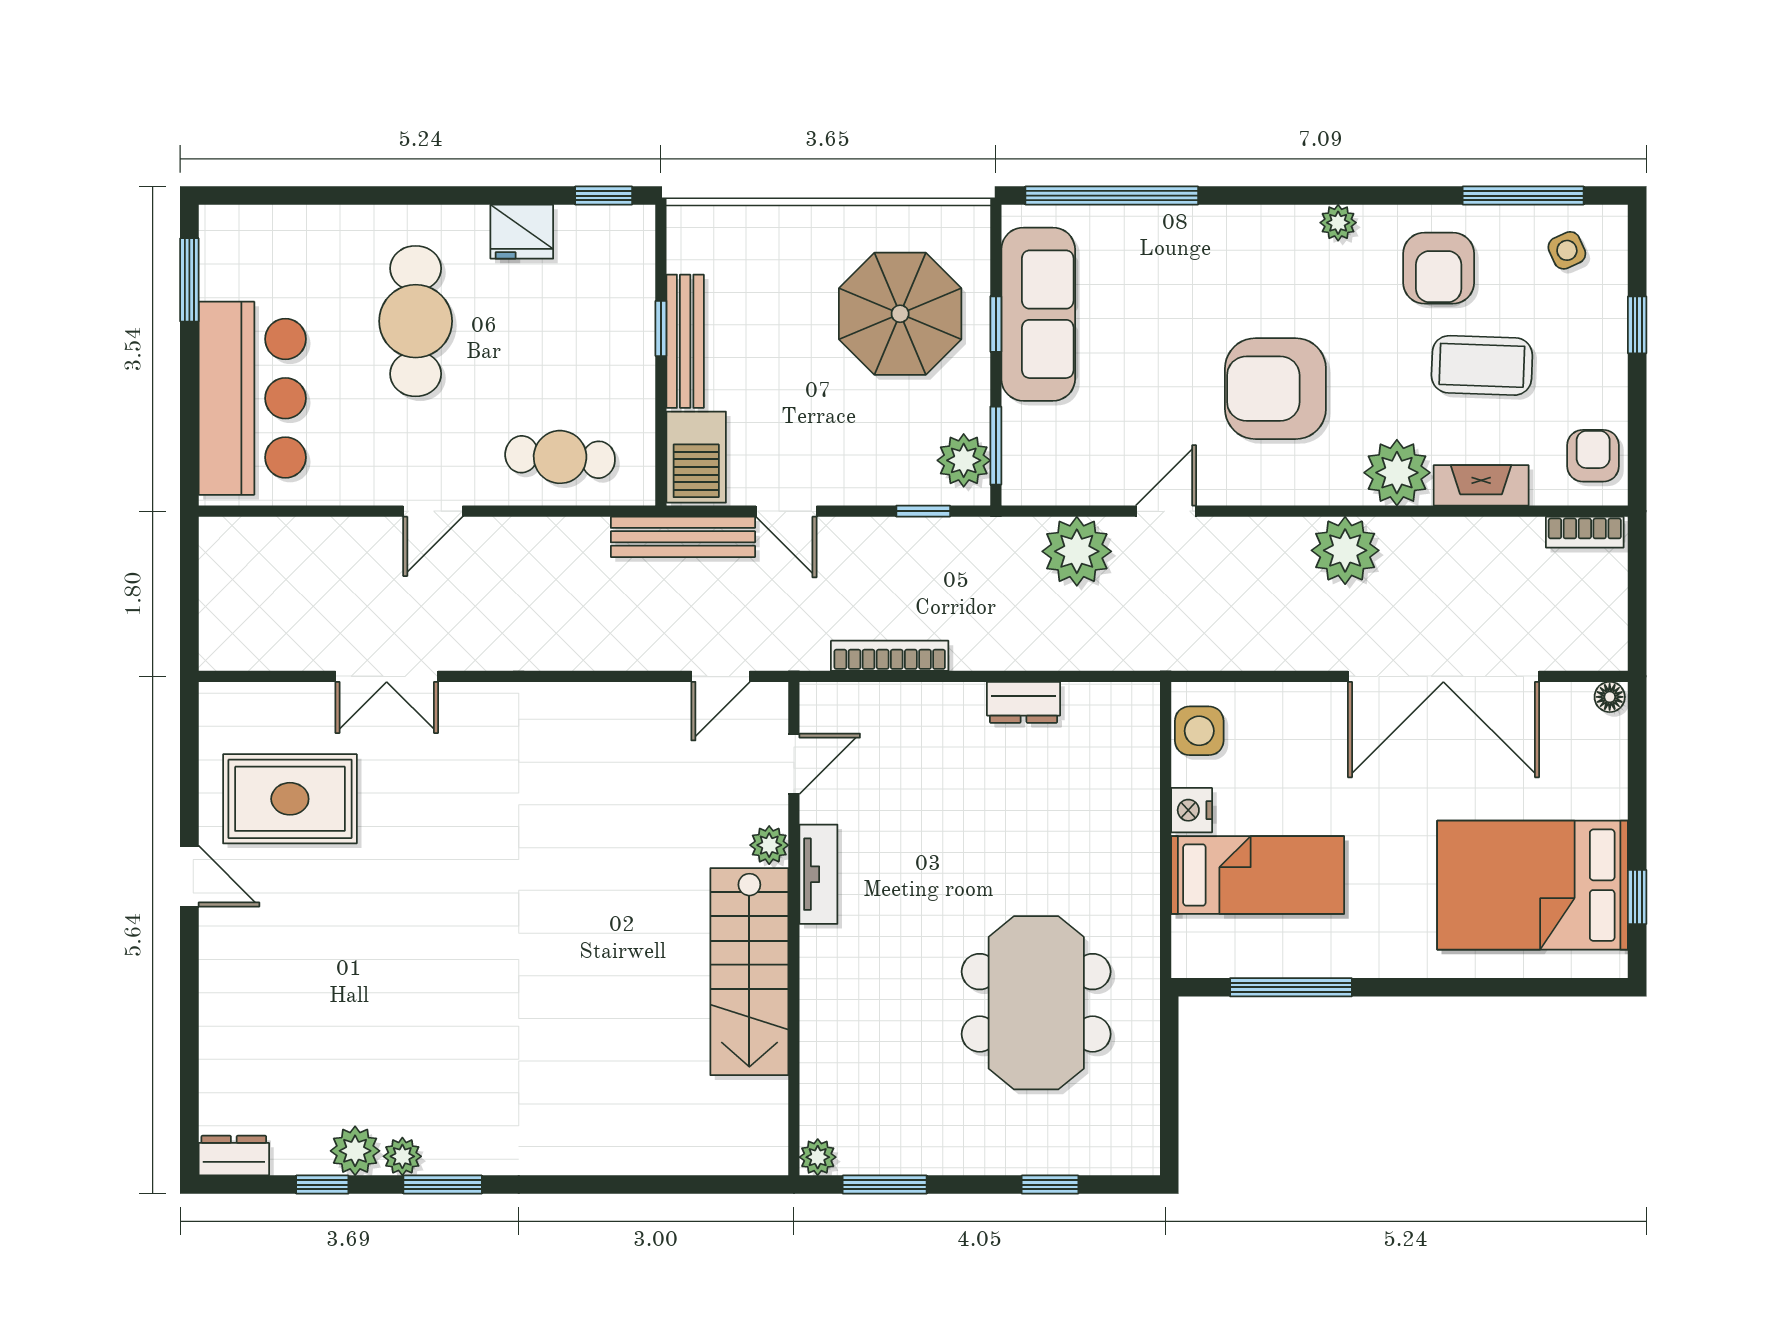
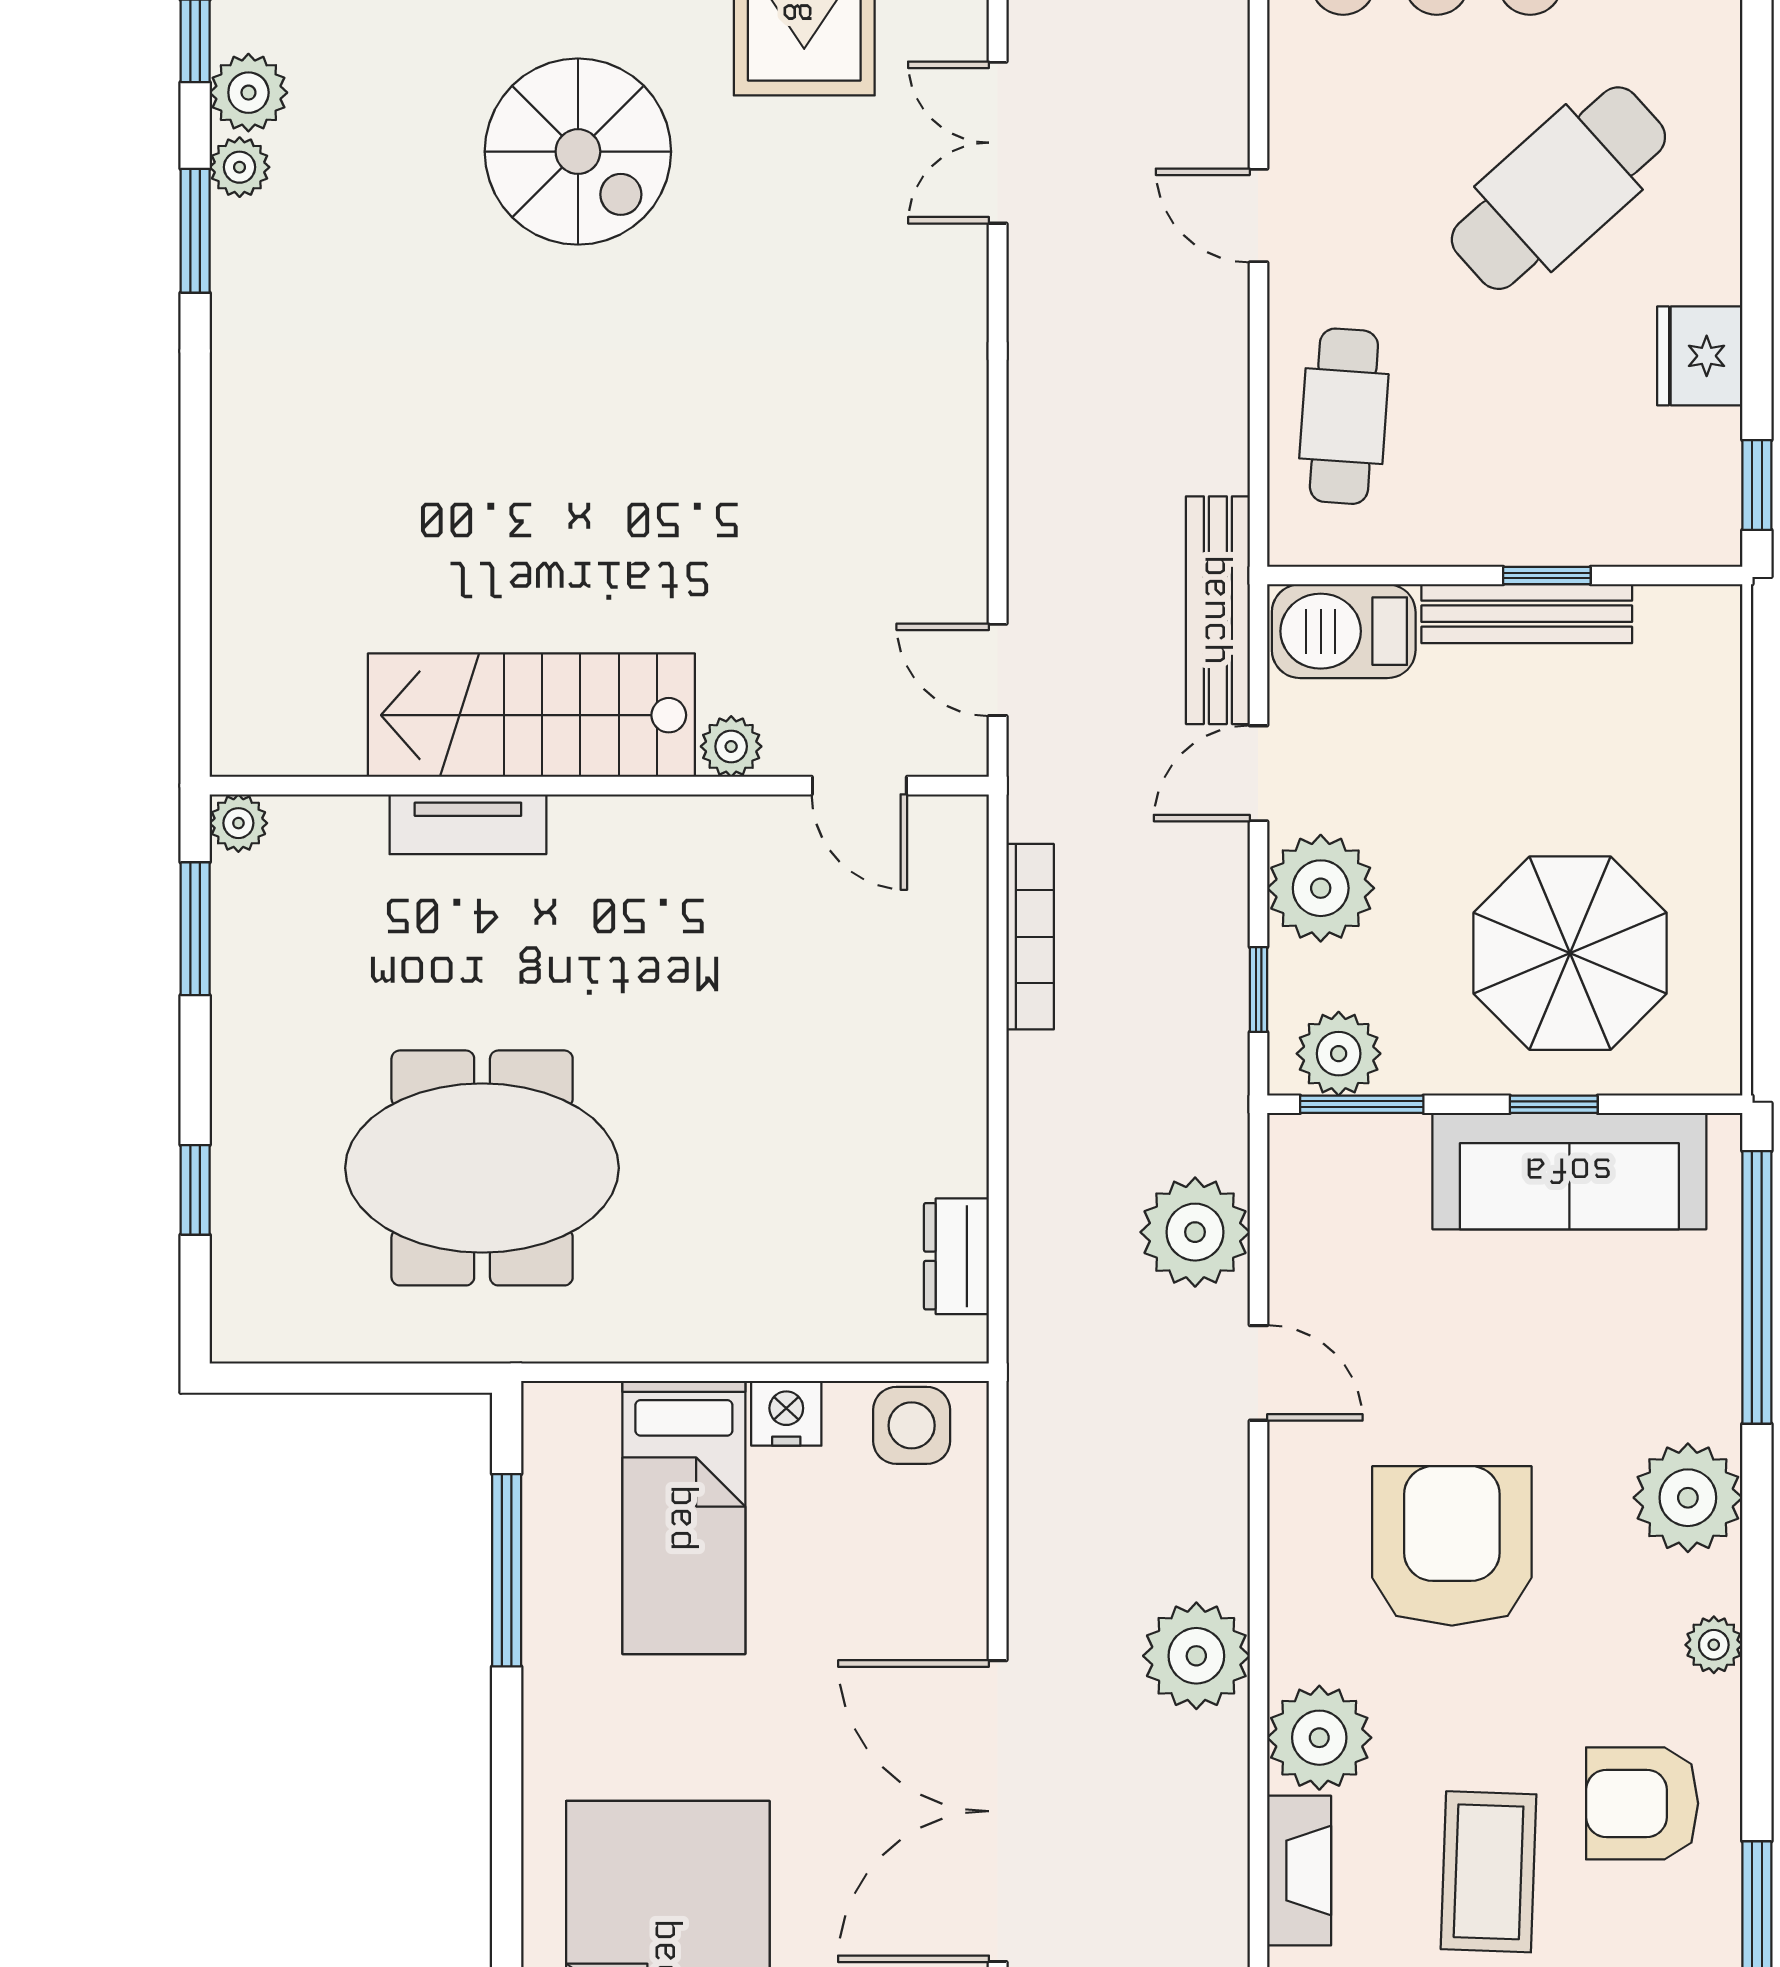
plant: (1245, 239) -> (1688, 1498), added
cafe table: (416, 321) -> (1558, 188), turned -42
plant: (859, 472) -> (1321, 888), added
dresser: (1024, 702) -> (956, 1256), moved
tv unit: (818, 874) -> (468, 824), moved
spiral stairs: (392, 942) -> (578, 152), added

